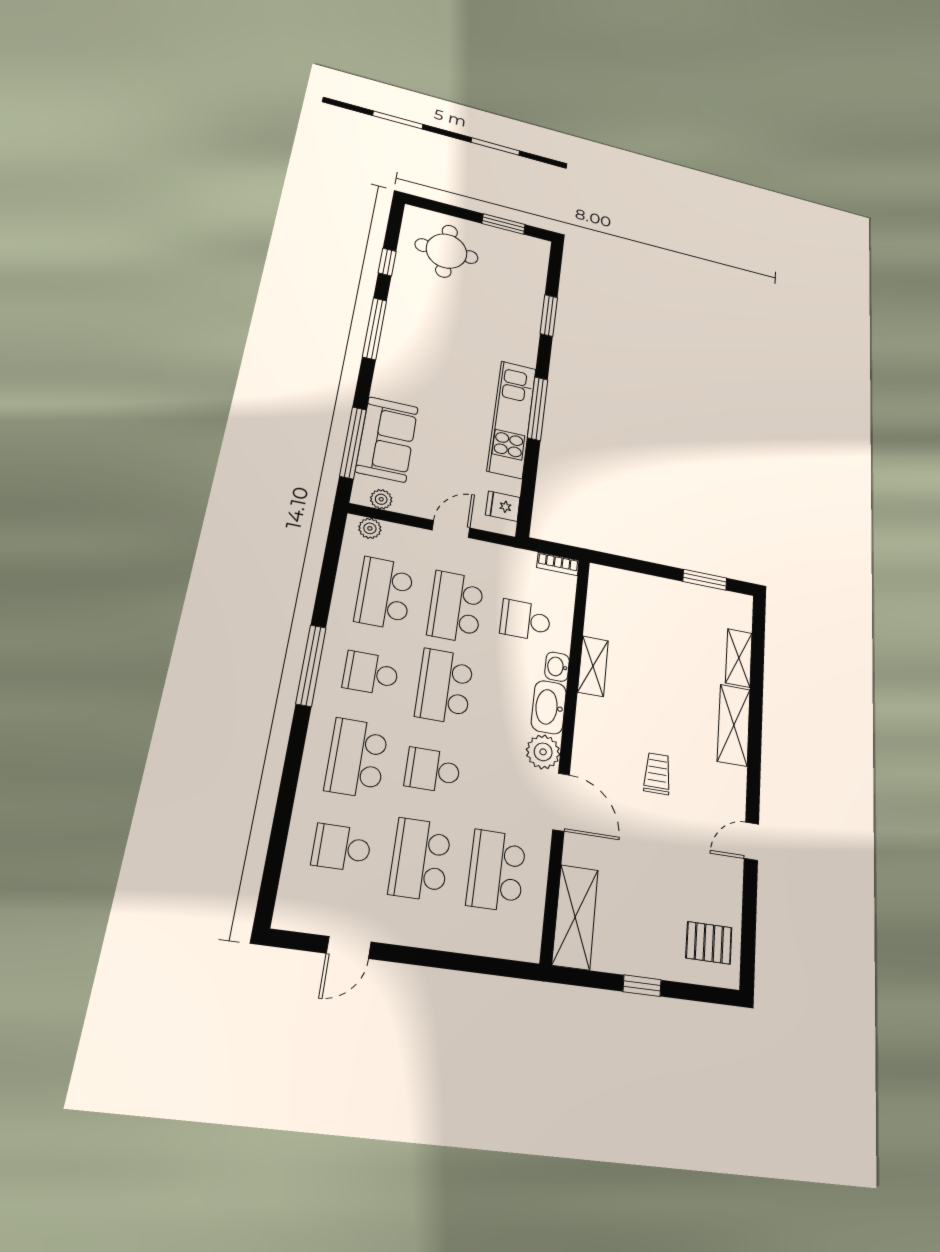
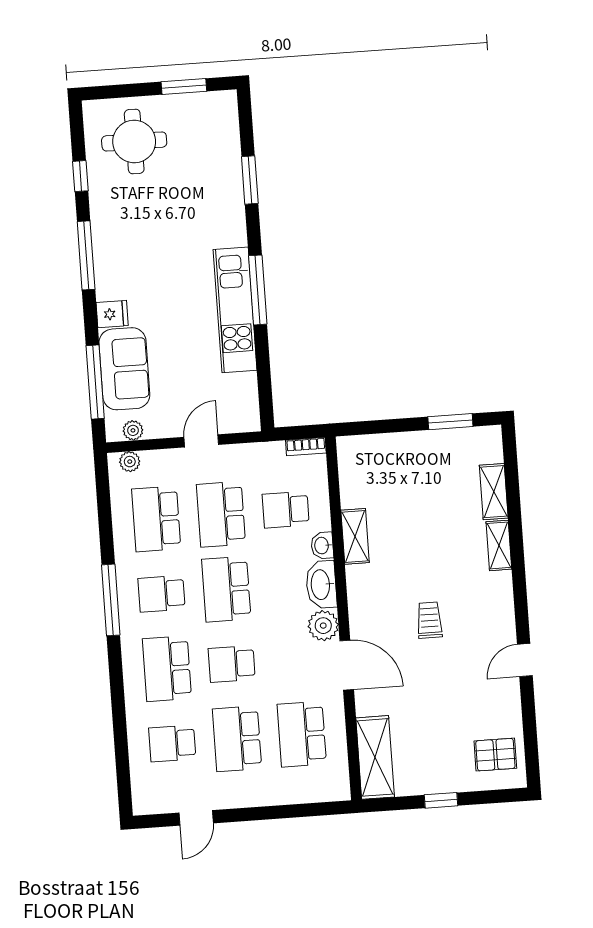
fridge: (503, 506) -> (112, 314), moved, turned 180
shelving: (734, 725) -> (499, 545), width x0.67, depth x0.75

